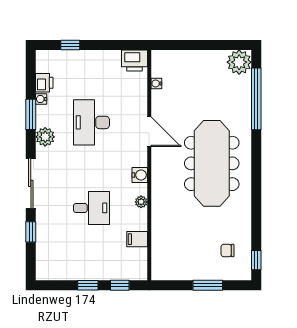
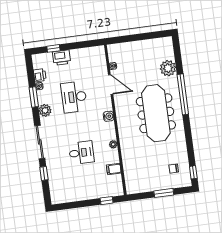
printer: (135, 61) -> (62, 58), moved
plant: (239, 62) -> (168, 68), moved
window: (256, 99) -> (183, 94), moved
door: (149, 132) -> (111, 85), moved
water cooler: (140, 175) -> (109, 116), moved
window: (88, 285) -> (86, 203), removed

